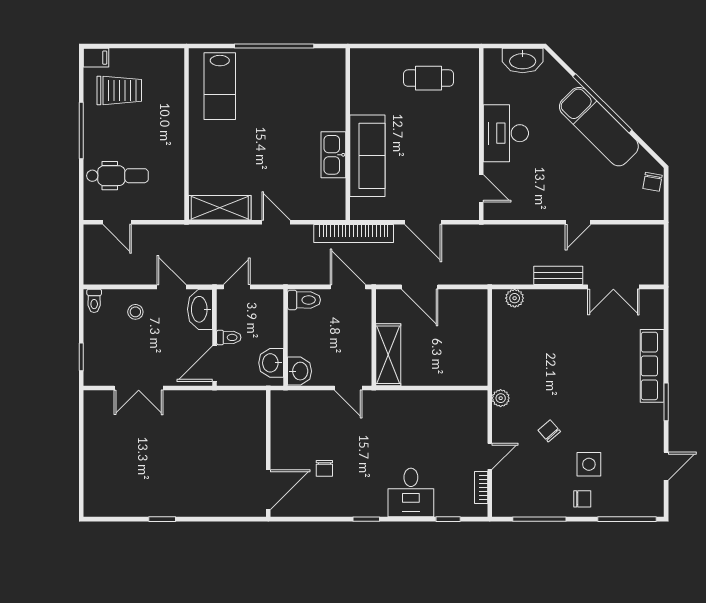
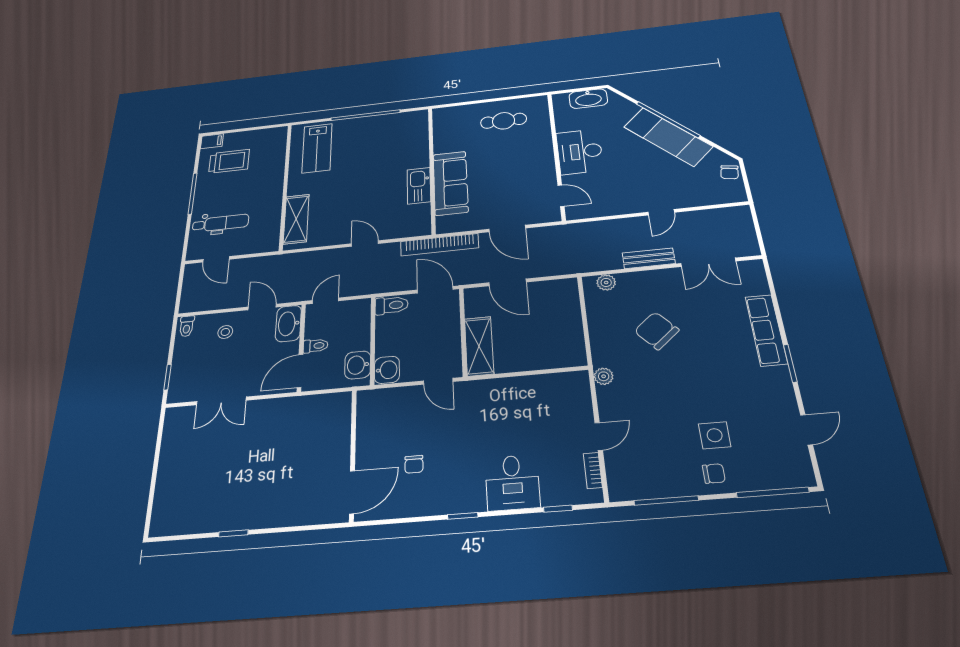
shelving: (220, 208) -> (296, 219), moved, turned 90
chair: (549, 431) -> (657, 331), moved, width x1.87, depth x1.87

